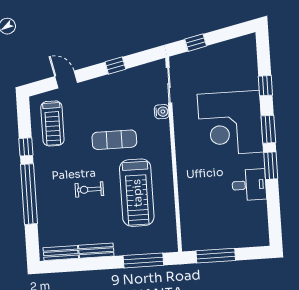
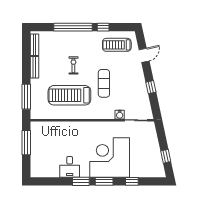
window: (196, 43) -> (166, 156), moved

